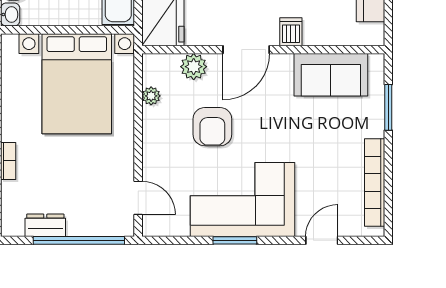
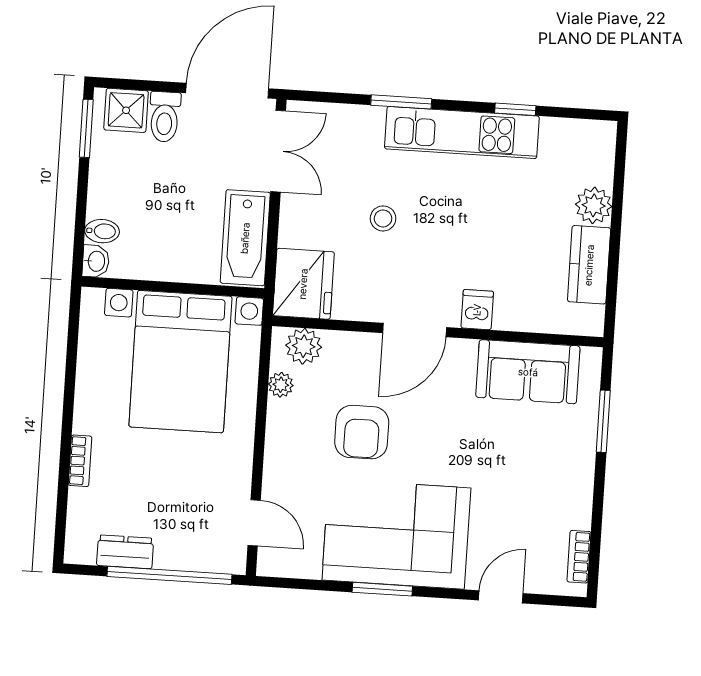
plant: (194, 67) -> (304, 346), moved
bookcase: (375, 182) -> (579, 557), width x0.43, depth x0.76

